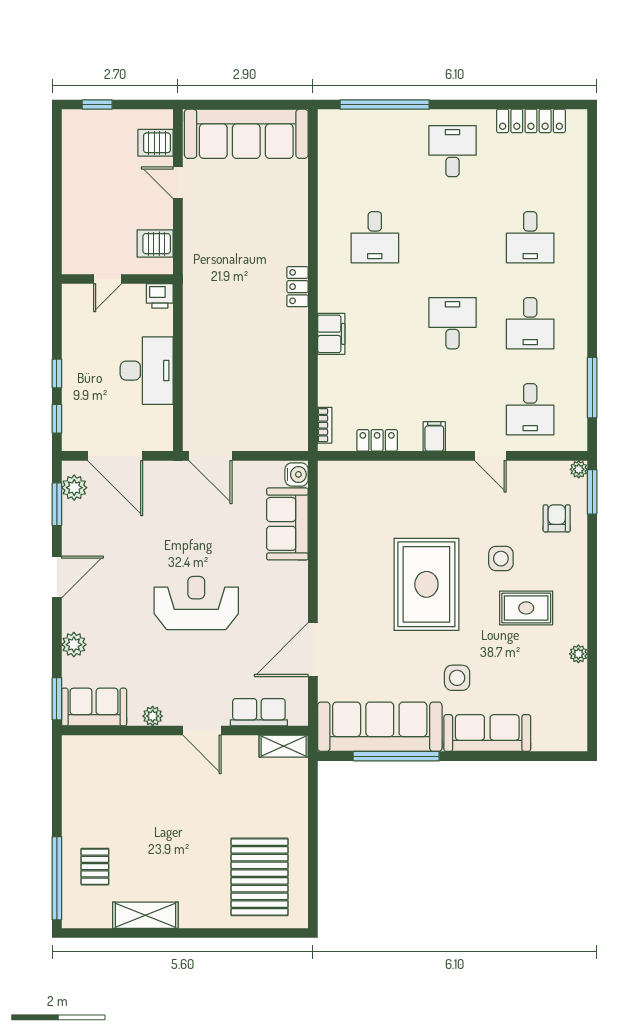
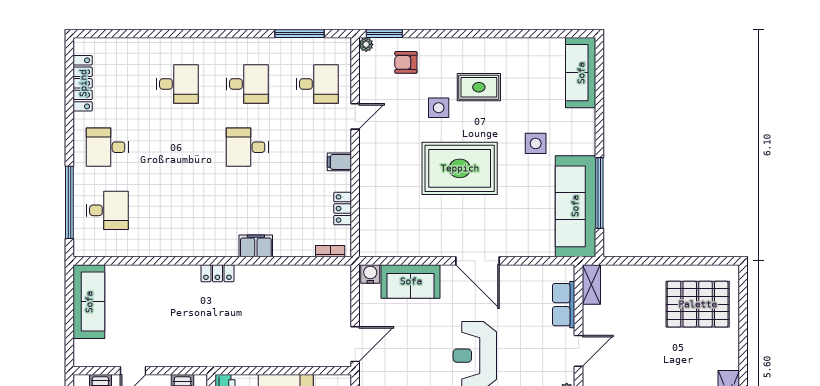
sofa: (246, 134) -> (89, 302), width x0.74, depth x0.79
desk: (375, 237) -> (107, 210), moved
rug: (526, 608) -> (479, 87), turned 90
door: (313, 650) -> (477, 261), moved
plant: (578, 654) -> (516, 45), removed
sofa: (487, 733) -> (581, 73), moved

